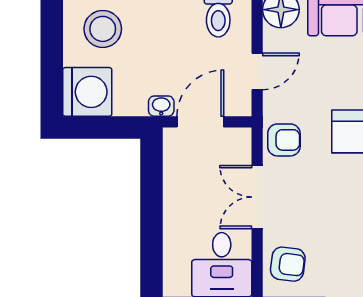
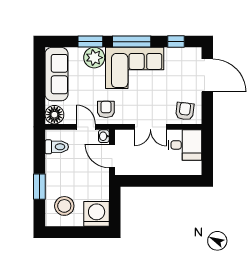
washbasin: (161, 106) -> (104, 136), moved
armchair: (284, 140) -> (106, 109), moved

